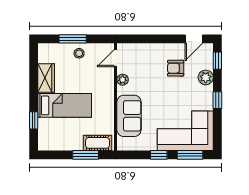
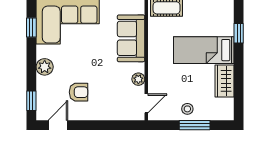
plant: (206, 77) -> (45, 67), moved
window: (217, 100) -> (31, 27), moved

